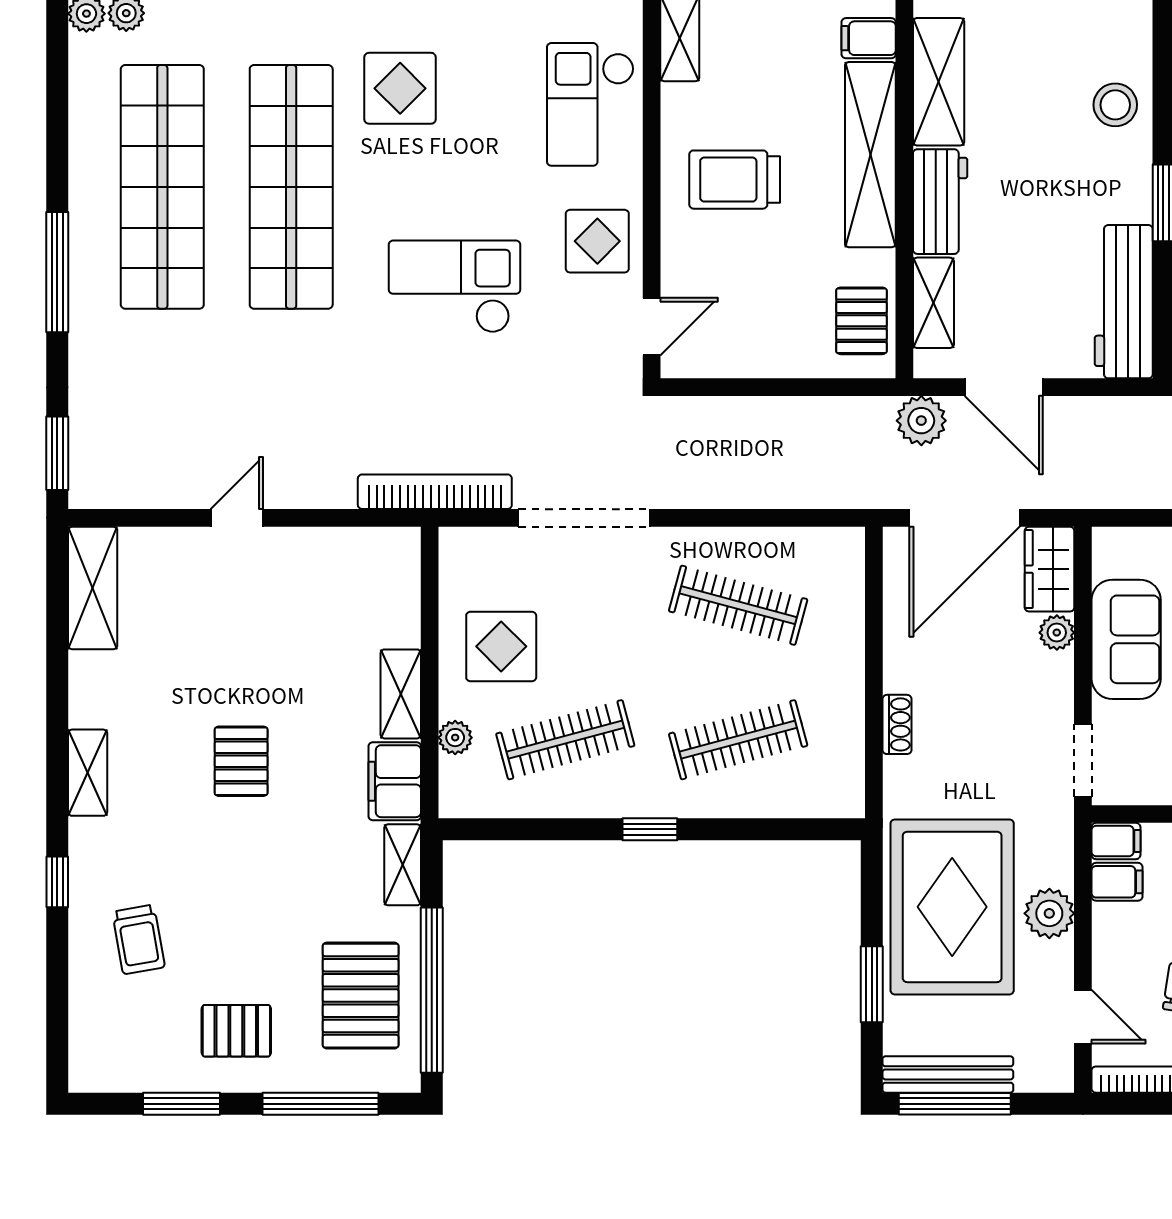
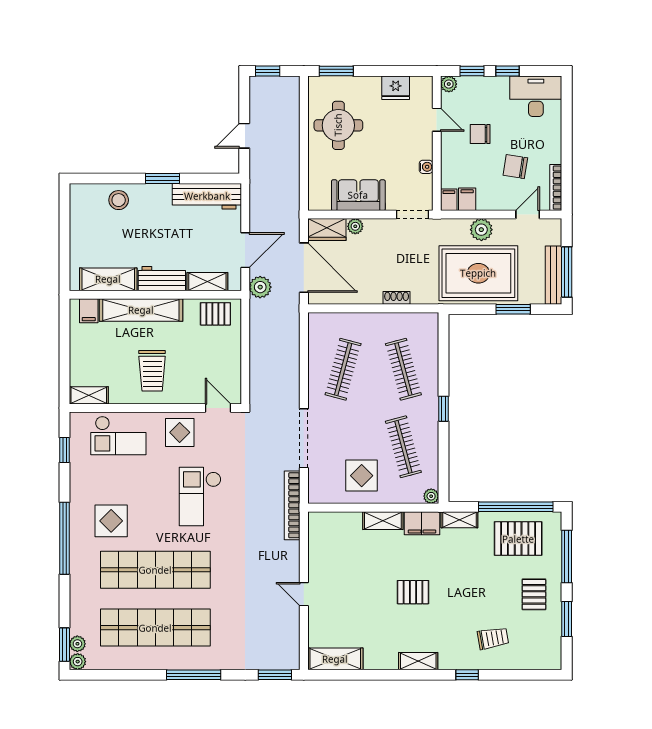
plant: (455, 738) -> (431, 496), moved

